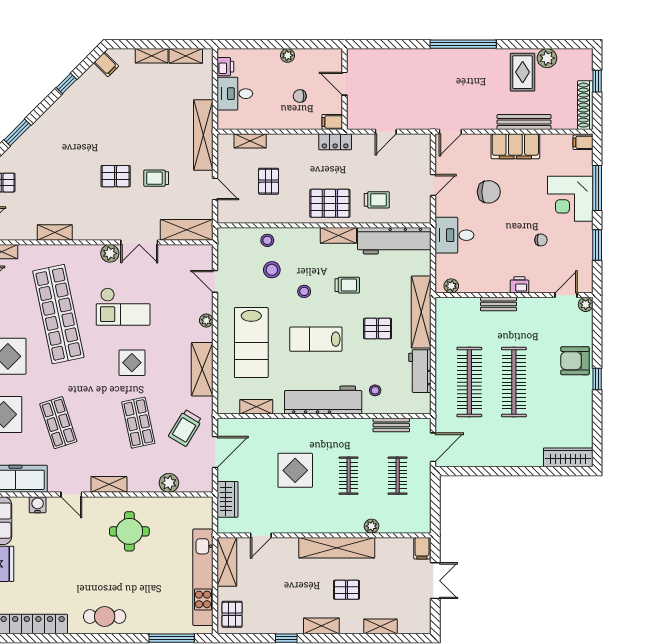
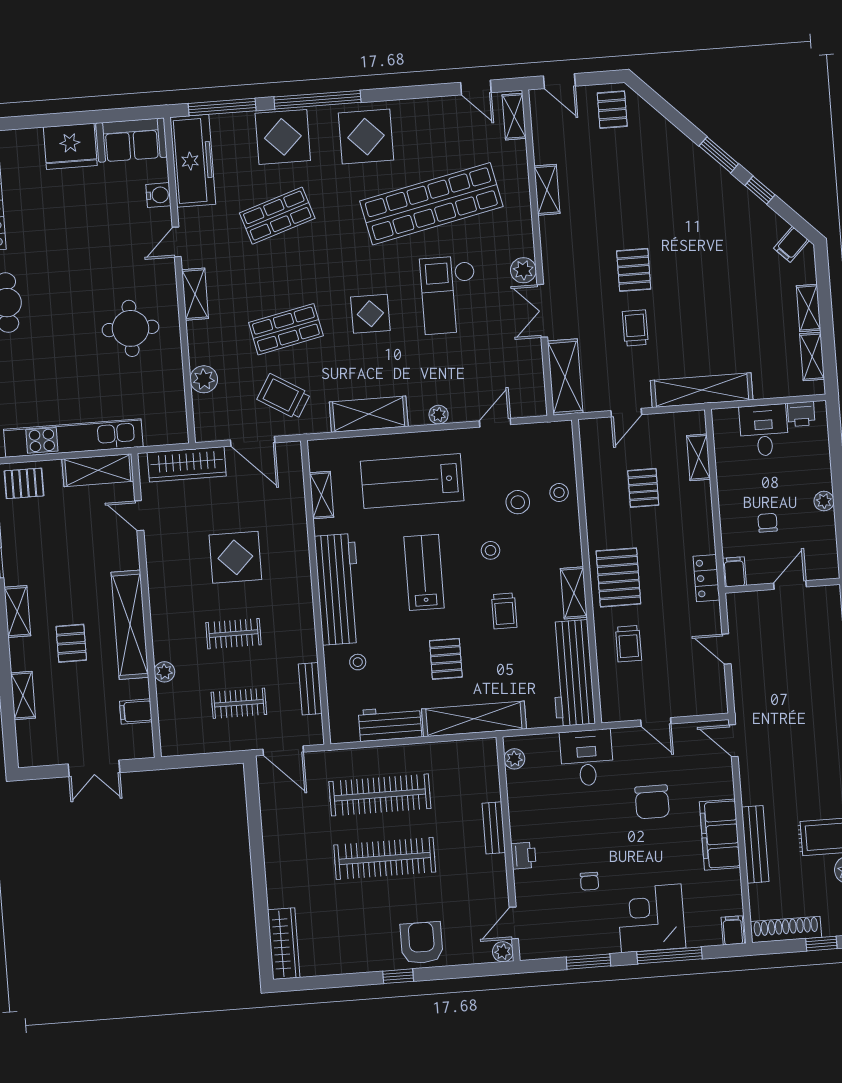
window: (17, 132) -> (719, 155), moved
pallet: (269, 181) -> (643, 488), turned 90
door: (566, 295) -> (514, 923), swing flipped
wardrobe: (227, 499) -> (187, 464), width x1.50
filing cabinet: (422, 548) -> (136, 712), moved

